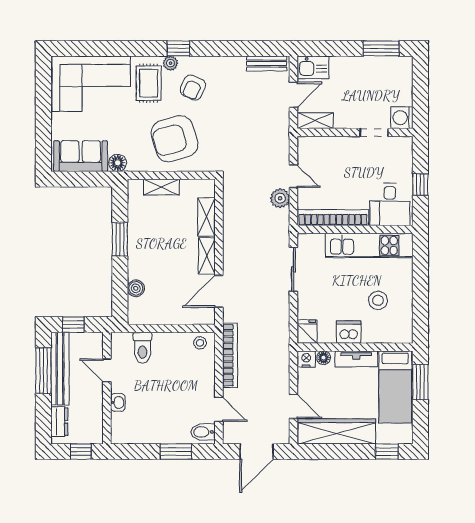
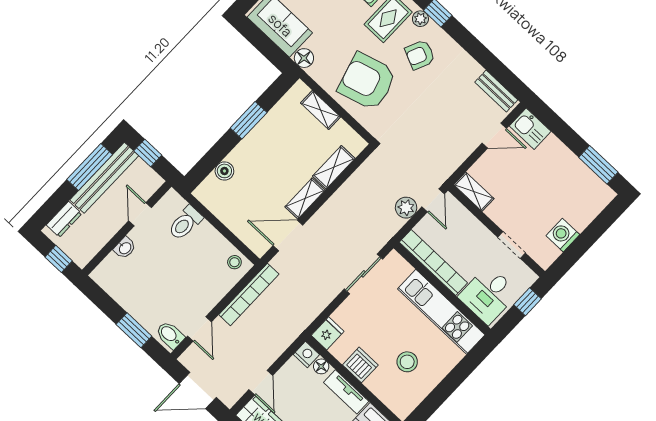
shelving: (315, 121) -> (474, 192), moved
wall: (355, 132) -> (497, 231), moved
doorway: (374, 132) -> (512, 245), moved

